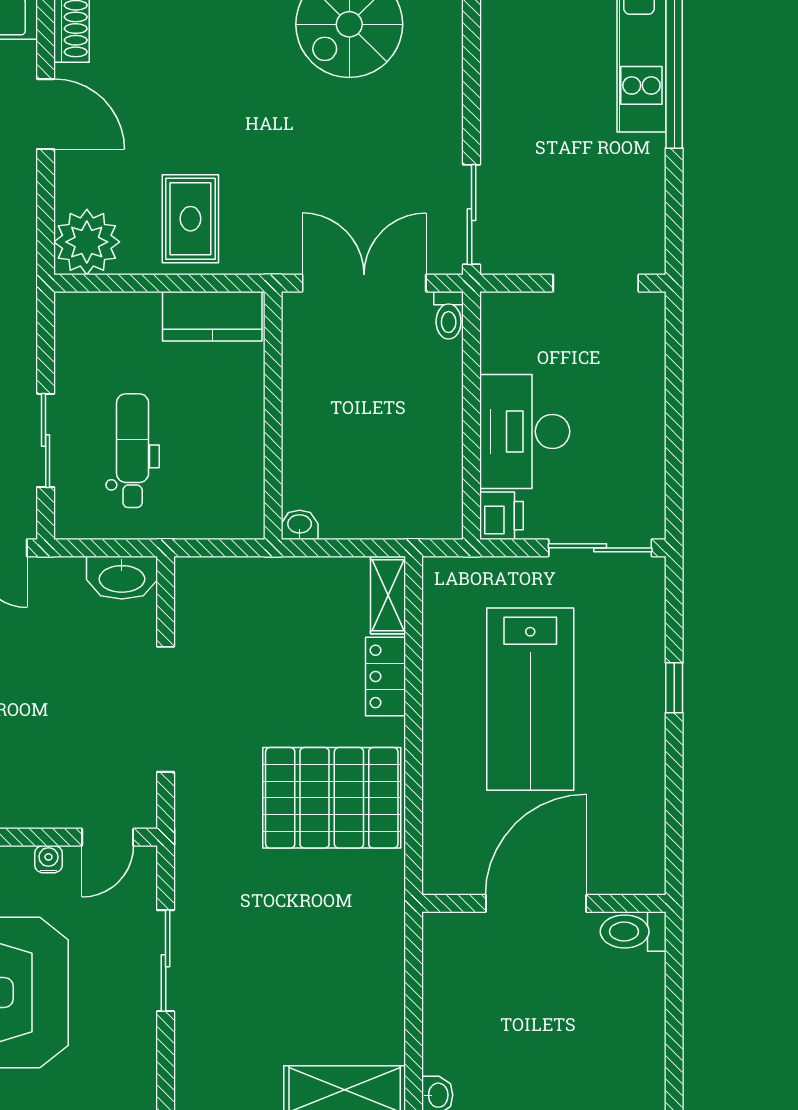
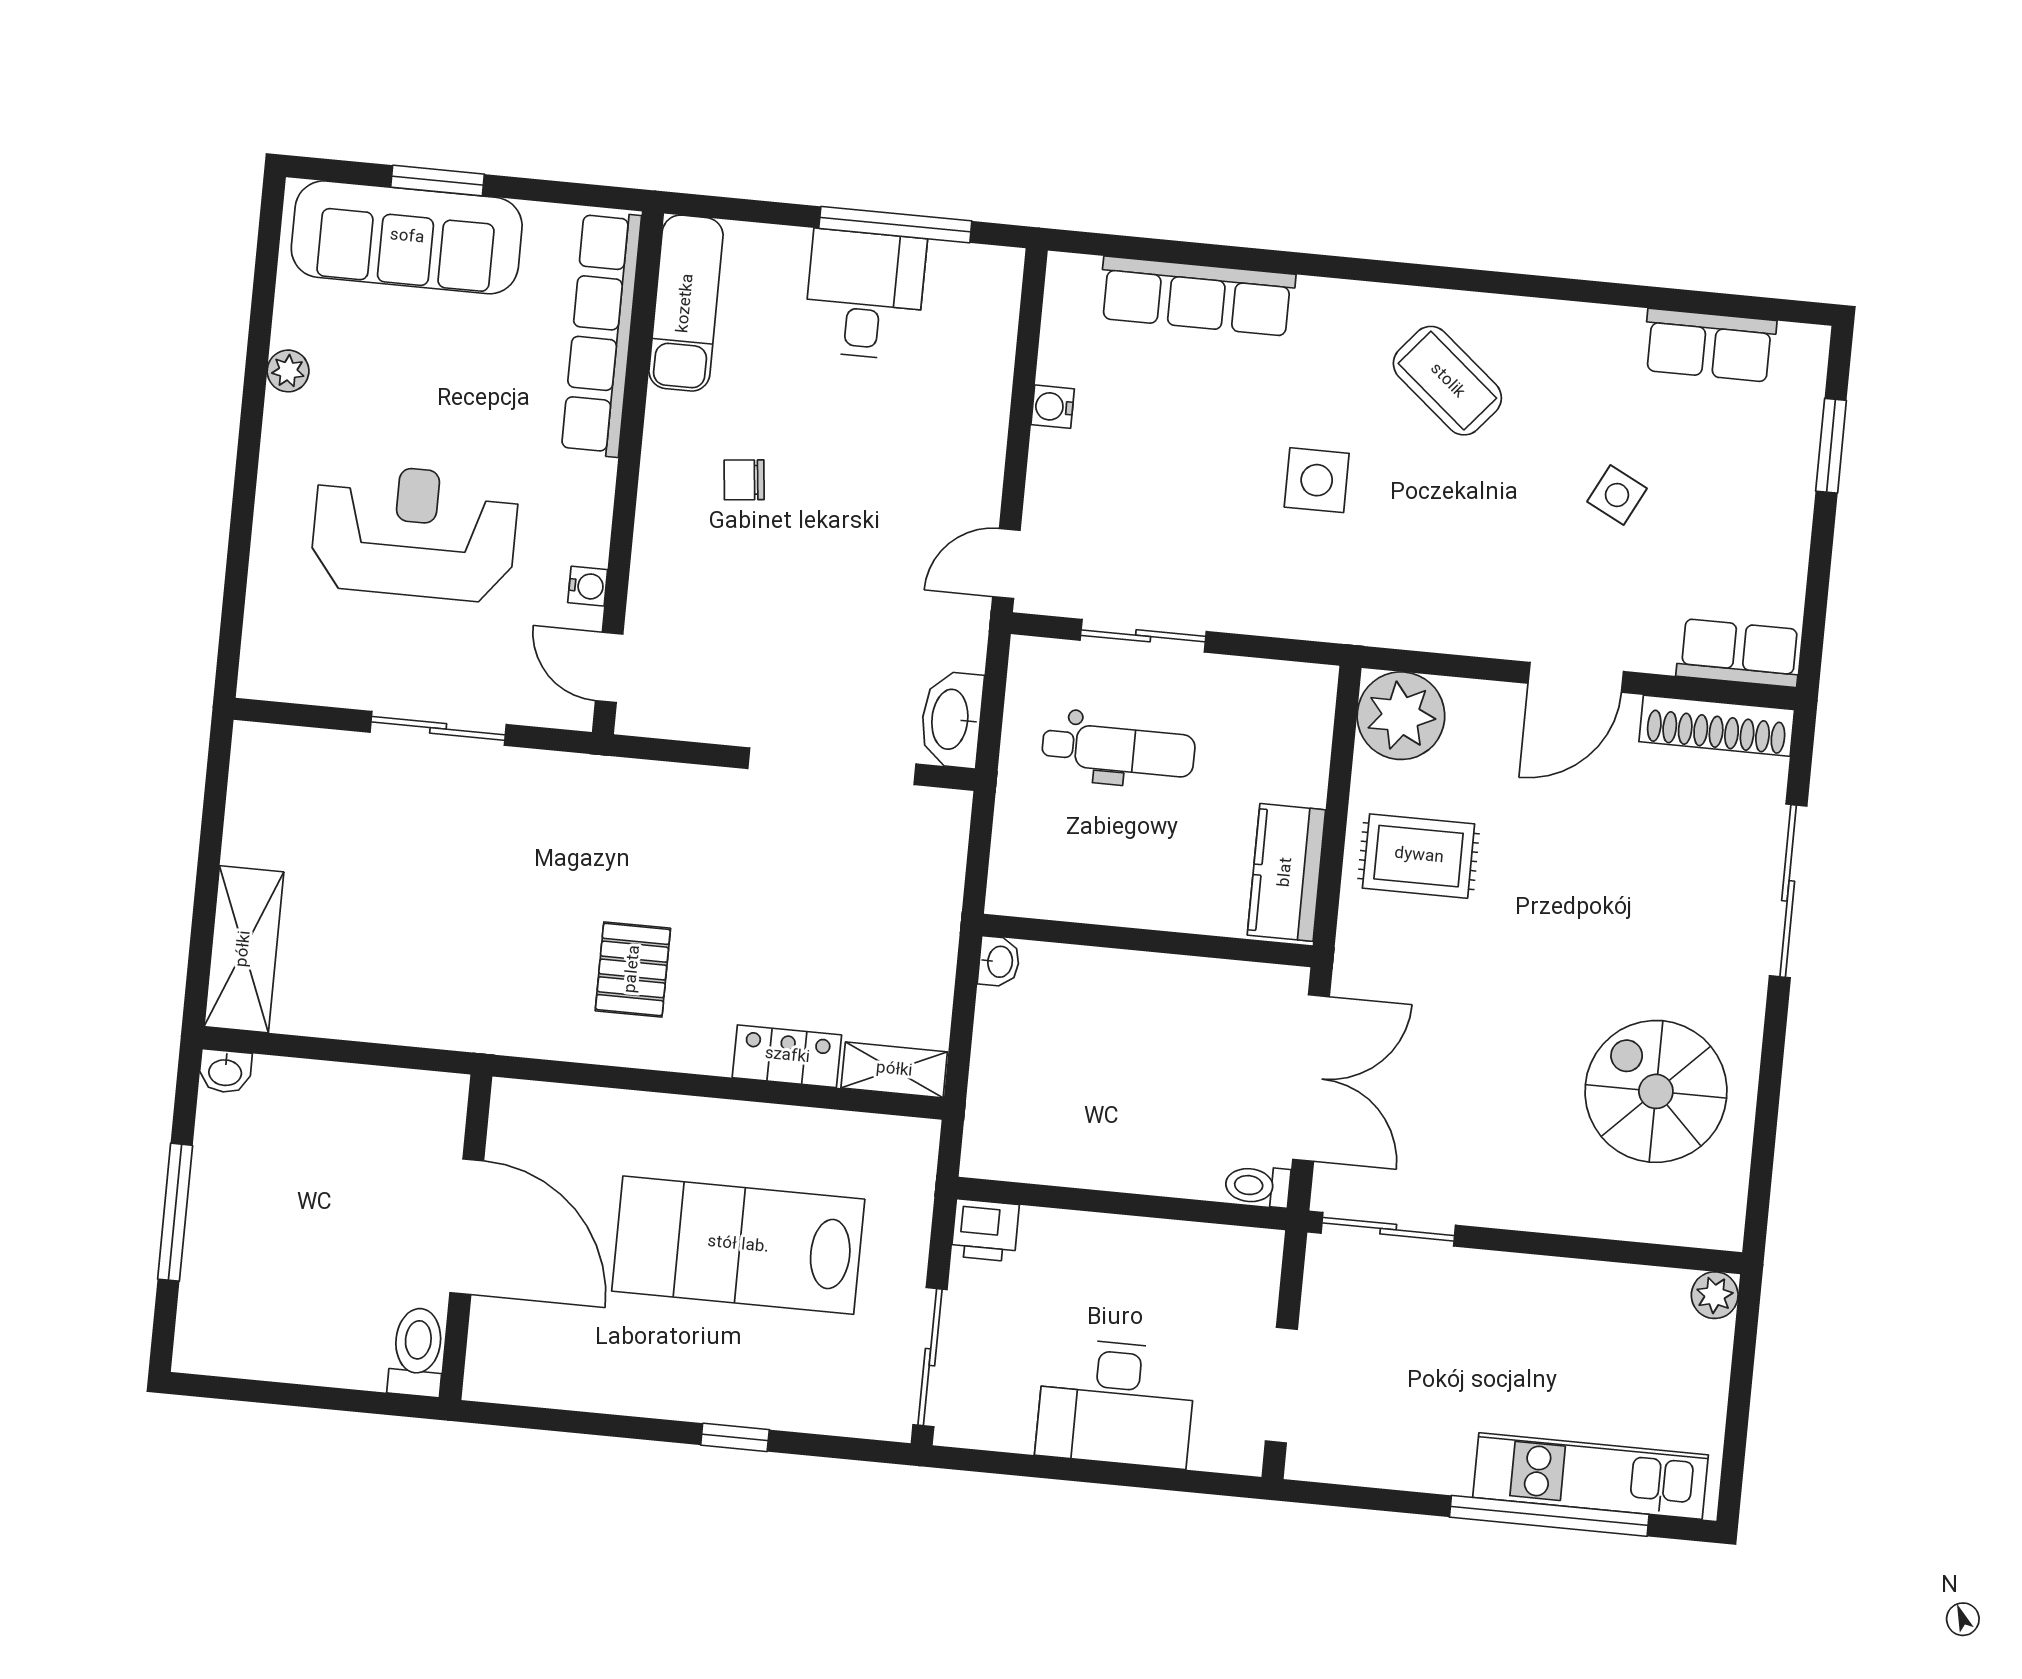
desk: (525, 431) -> (1116, 1403), moved, turned 180
doorway: (166, 709) -> (832, 766), moved
pallet: (332, 798) -> (633, 969), width x0.49, depth x0.50

